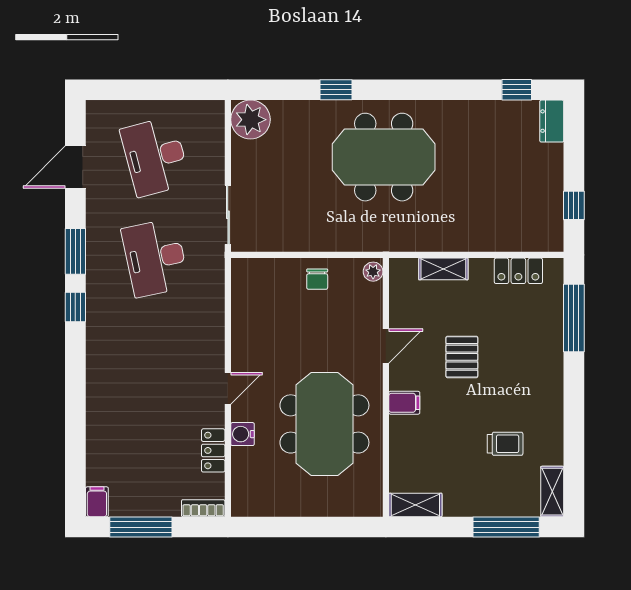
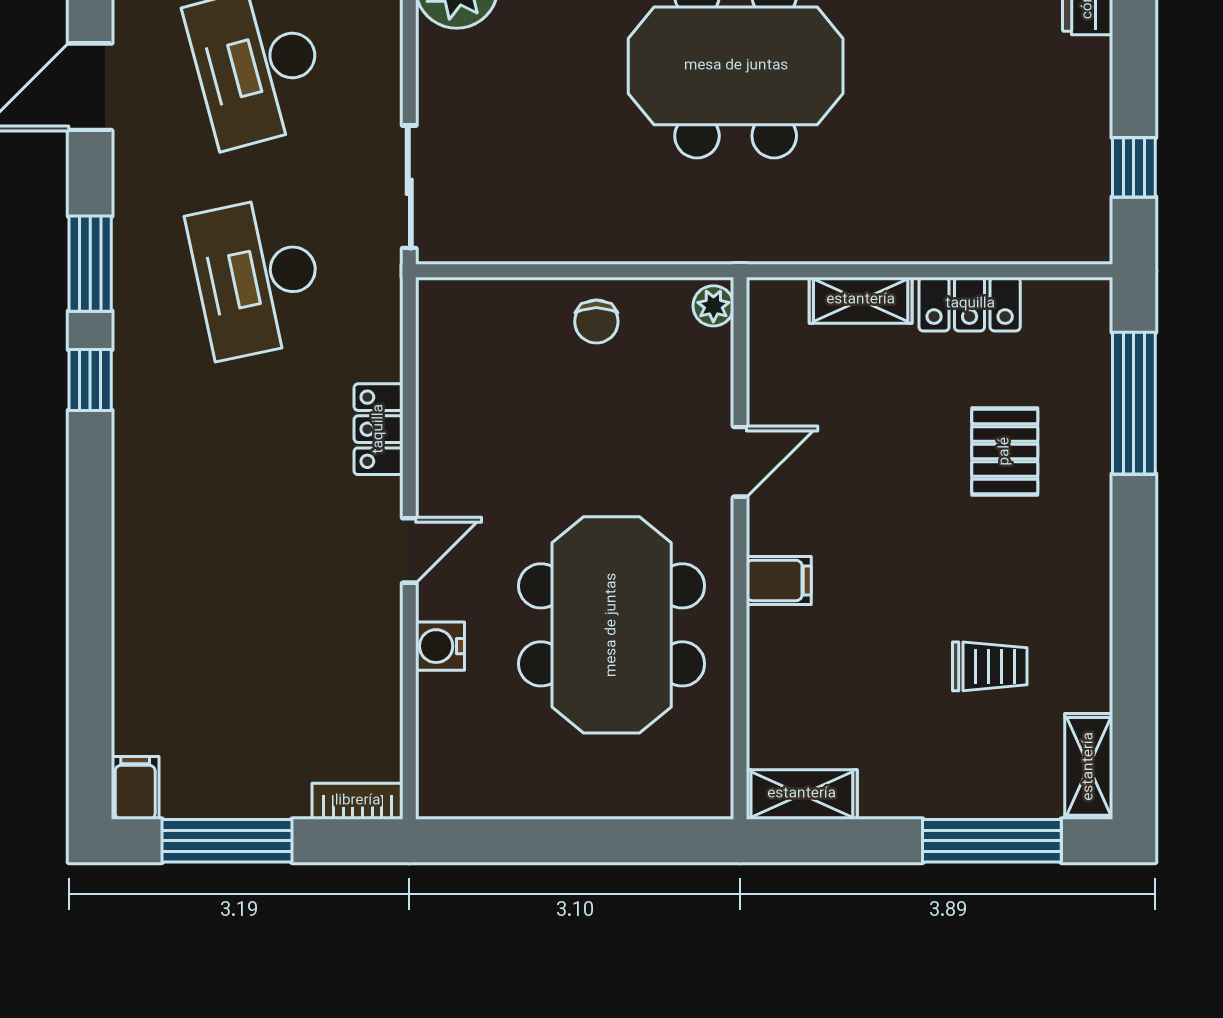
locker: (518, 271) -> (970, 304), moved
pallet: (462, 357) -> (1005, 451), moved
locker: (213, 450) -> (379, 429), moved

